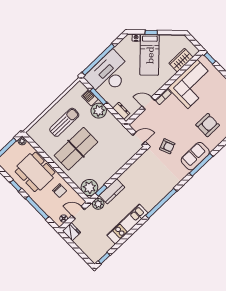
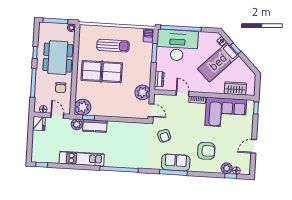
barbecue: (90, 98) -> (148, 35), moved
plant: (99, 111) -> (142, 92), moved

